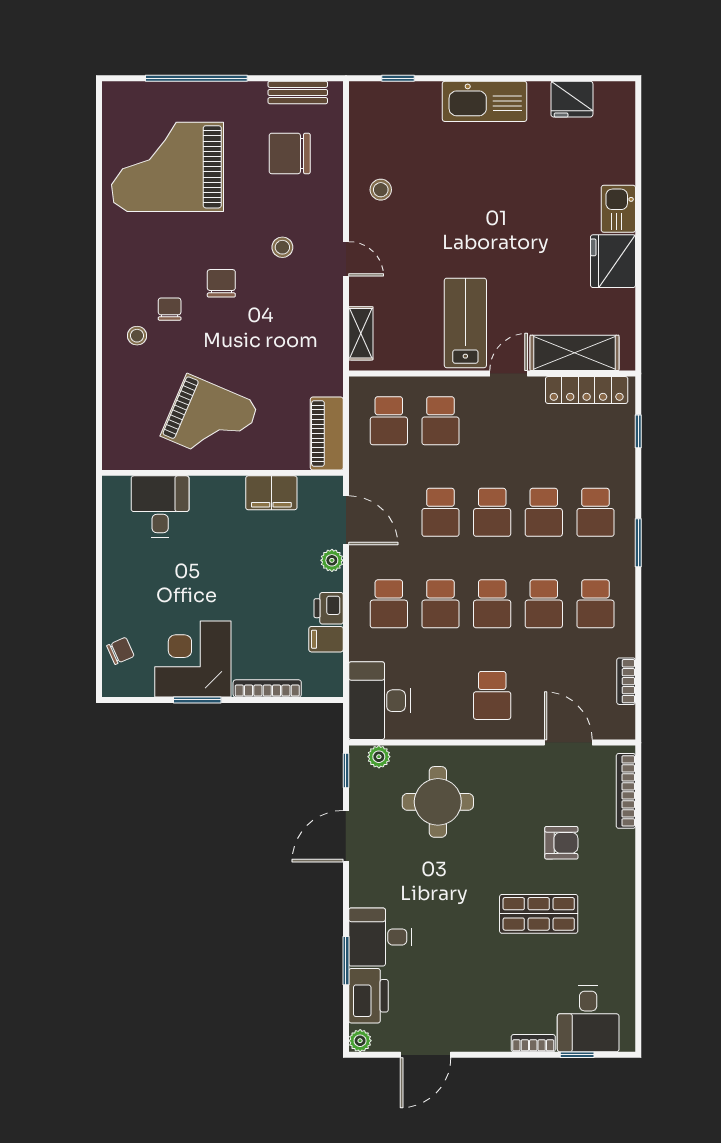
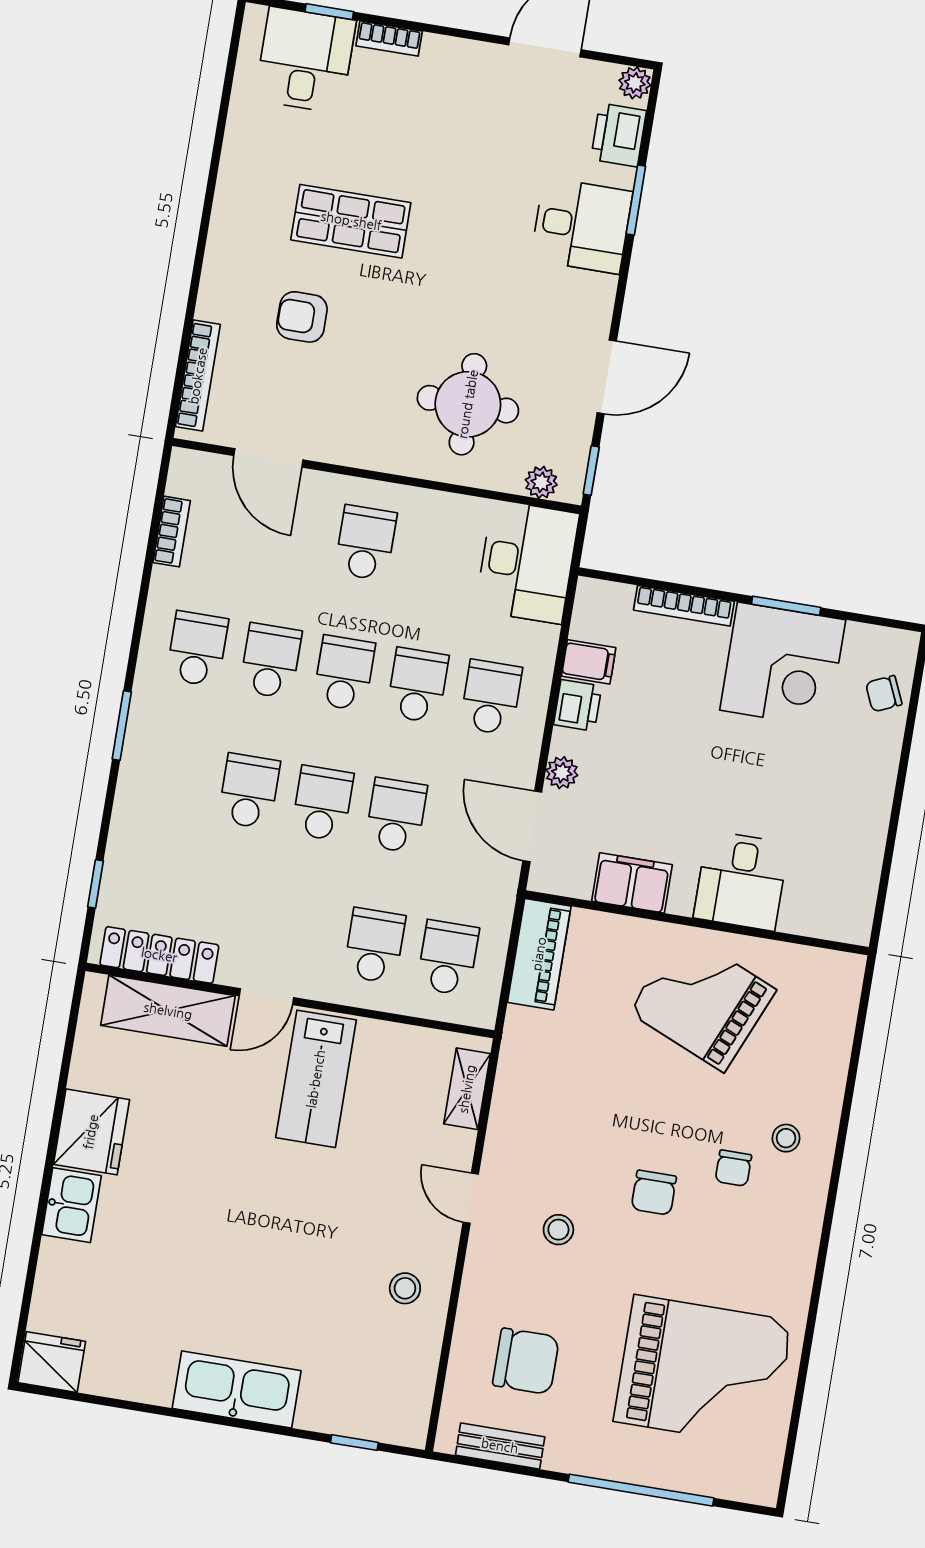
fridge: (572, 99) -> (52, 1362), moved
desk: (160, 507) -> (741, 881), moved
school desk: (595, 512) -> (176, 779), removed
printer: (368, 996) -> (619, 135), width x0.73, depth x0.84

